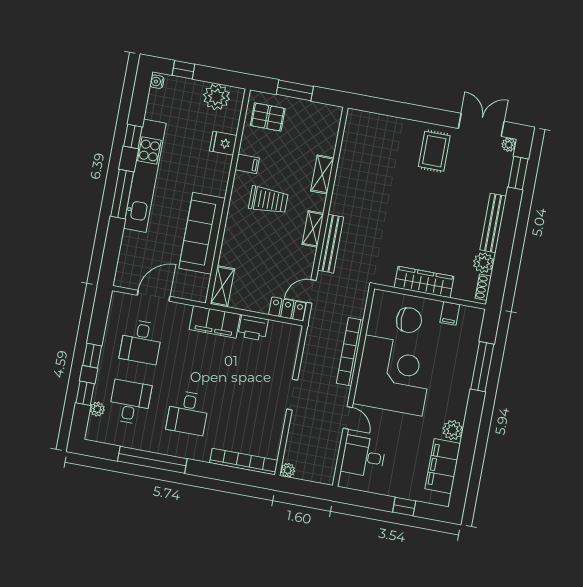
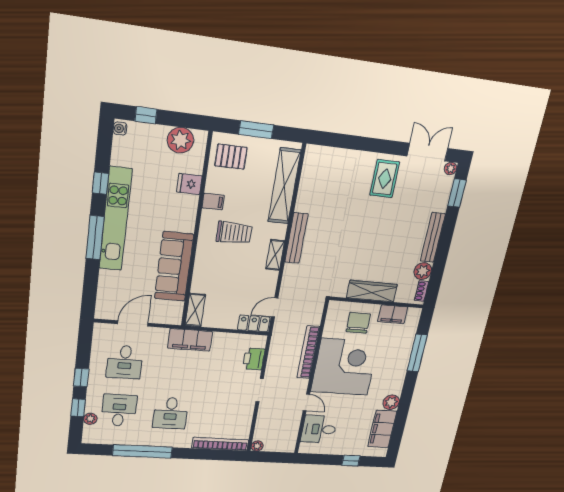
shelving: (322, 174) -> (284, 186), width x2.20, depth x1.33
bench: (331, 244) -> (296, 238), moved
filing cabinet: (450, 313) -> (393, 314), width x2.00
chair: (409, 320) -> (358, 323), turned -90
printer: (253, 328) -> (254, 359), moved, turned 90

